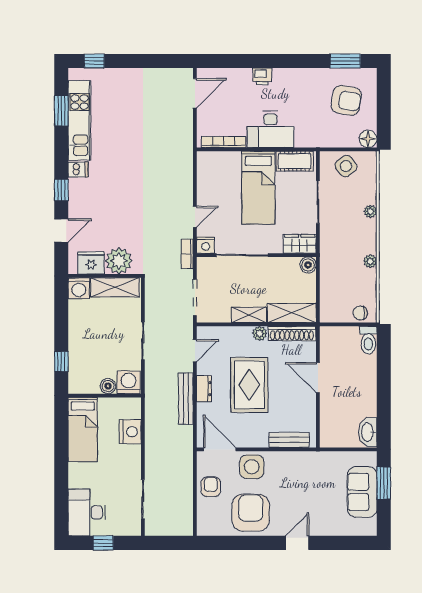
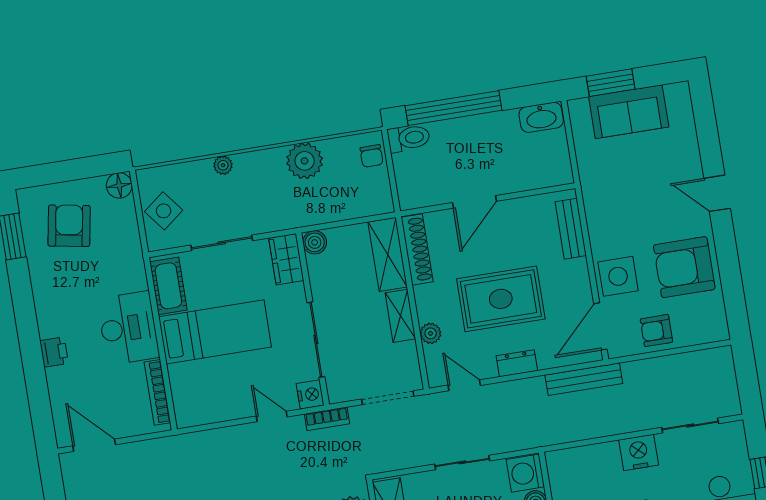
plant: (370, 261) -> (305, 161), width x1.88, depth x1.88
plant: (260, 333) -> (431, 333), moved
window: (384, 374) -> (454, 108), added
bench: (186, 399) -> (584, 379), moved
nightstand: (130, 432) -> (639, 452), moved

